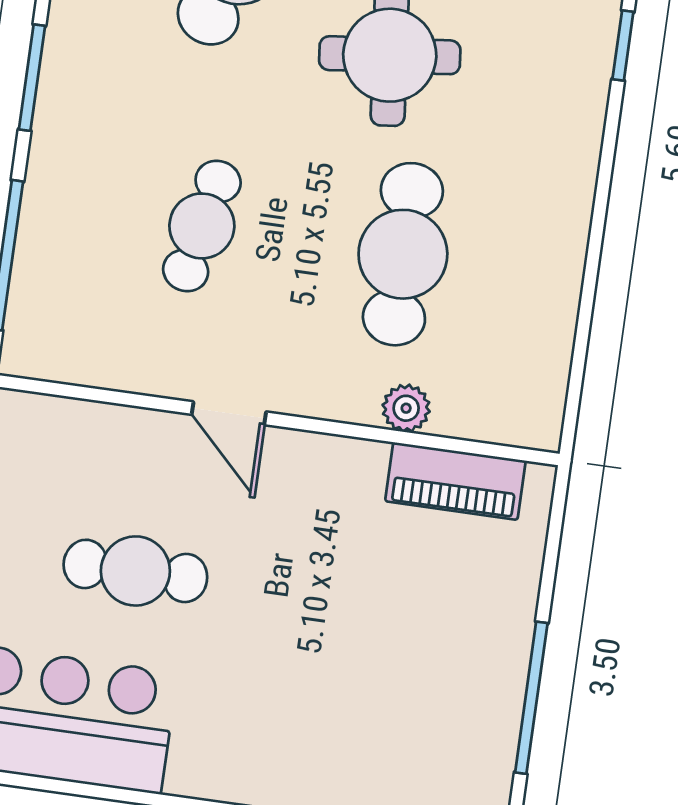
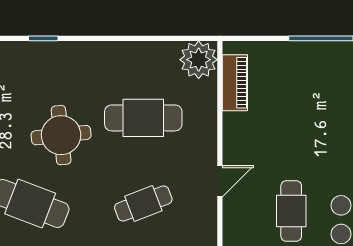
cafe table: (202, 226) -> (143, 203), turned -33
plant: (406, 408) -> (199, 60), moved, width x1.88, depth x1.88

